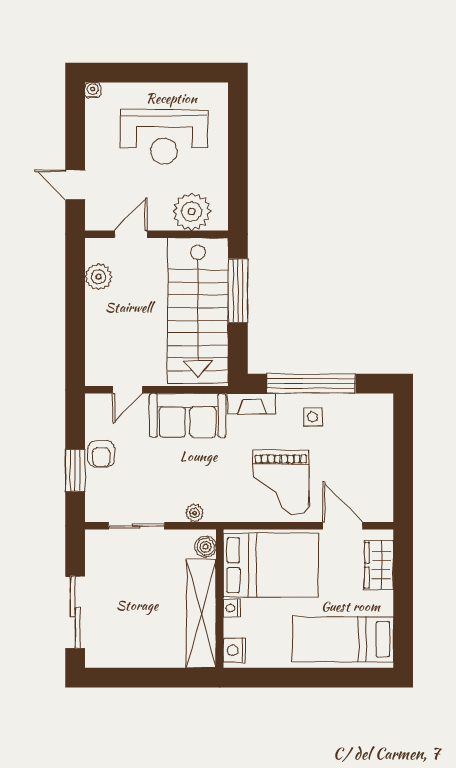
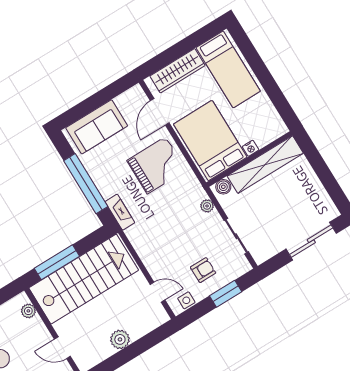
plant: (192, 212) -> (28, 311), width x0.53, depth x0.53
plant: (98, 277) -> (120, 339), moved
sofa: (188, 415) -> (97, 127), moved, turned 90
side table: (313, 417) -> (186, 300), moved
armchair: (101, 454) -> (203, 270), moved
wardrobe: (379, 565) -> (178, 71), width x1.50
nightstand: (234, 650) -> (275, 131), removed

